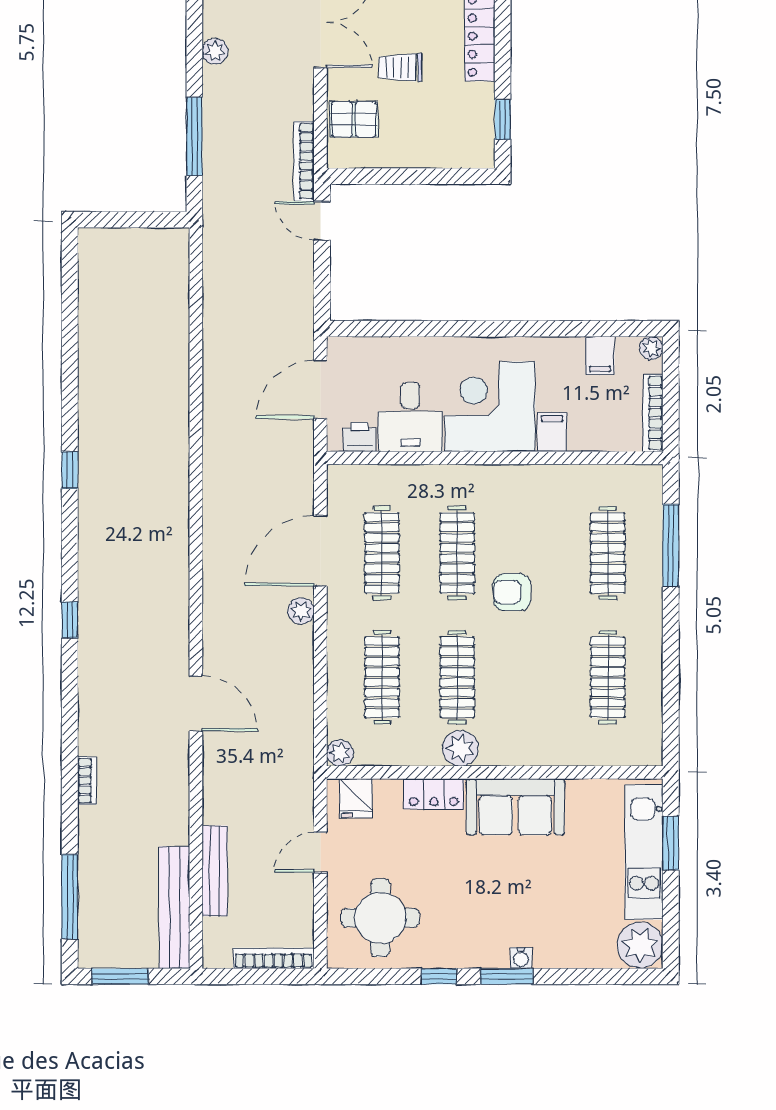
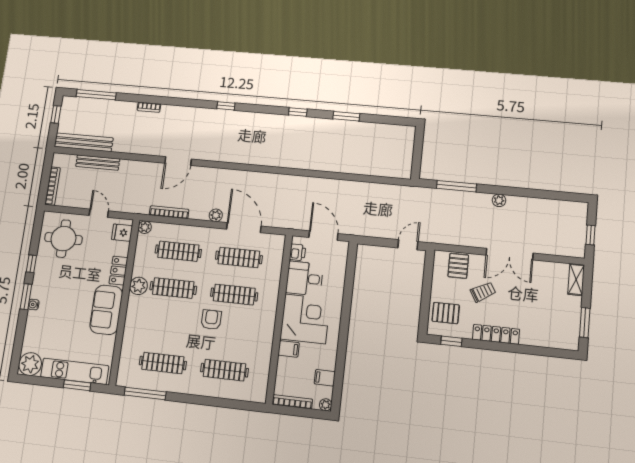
trolley: (400, 67) -> (483, 292), turned 60
pallet: (449, 135) -> (446, 313), added
bookcase: (304, 161) -> (169, 212), moved
window: (70, 370) -> (346, 116), added
window: (671, 546) -> (145, 393), moved
window: (120, 976) -> (56, 114), width x0.67

